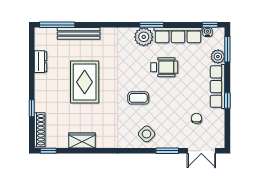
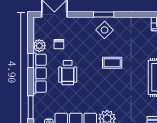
plant: (218, 57) -> (39, 46), moved
wheelchair: (164, 67) -> (68, 73), moved, turned -90
window: (167, 151) -> (104, 14), moved

